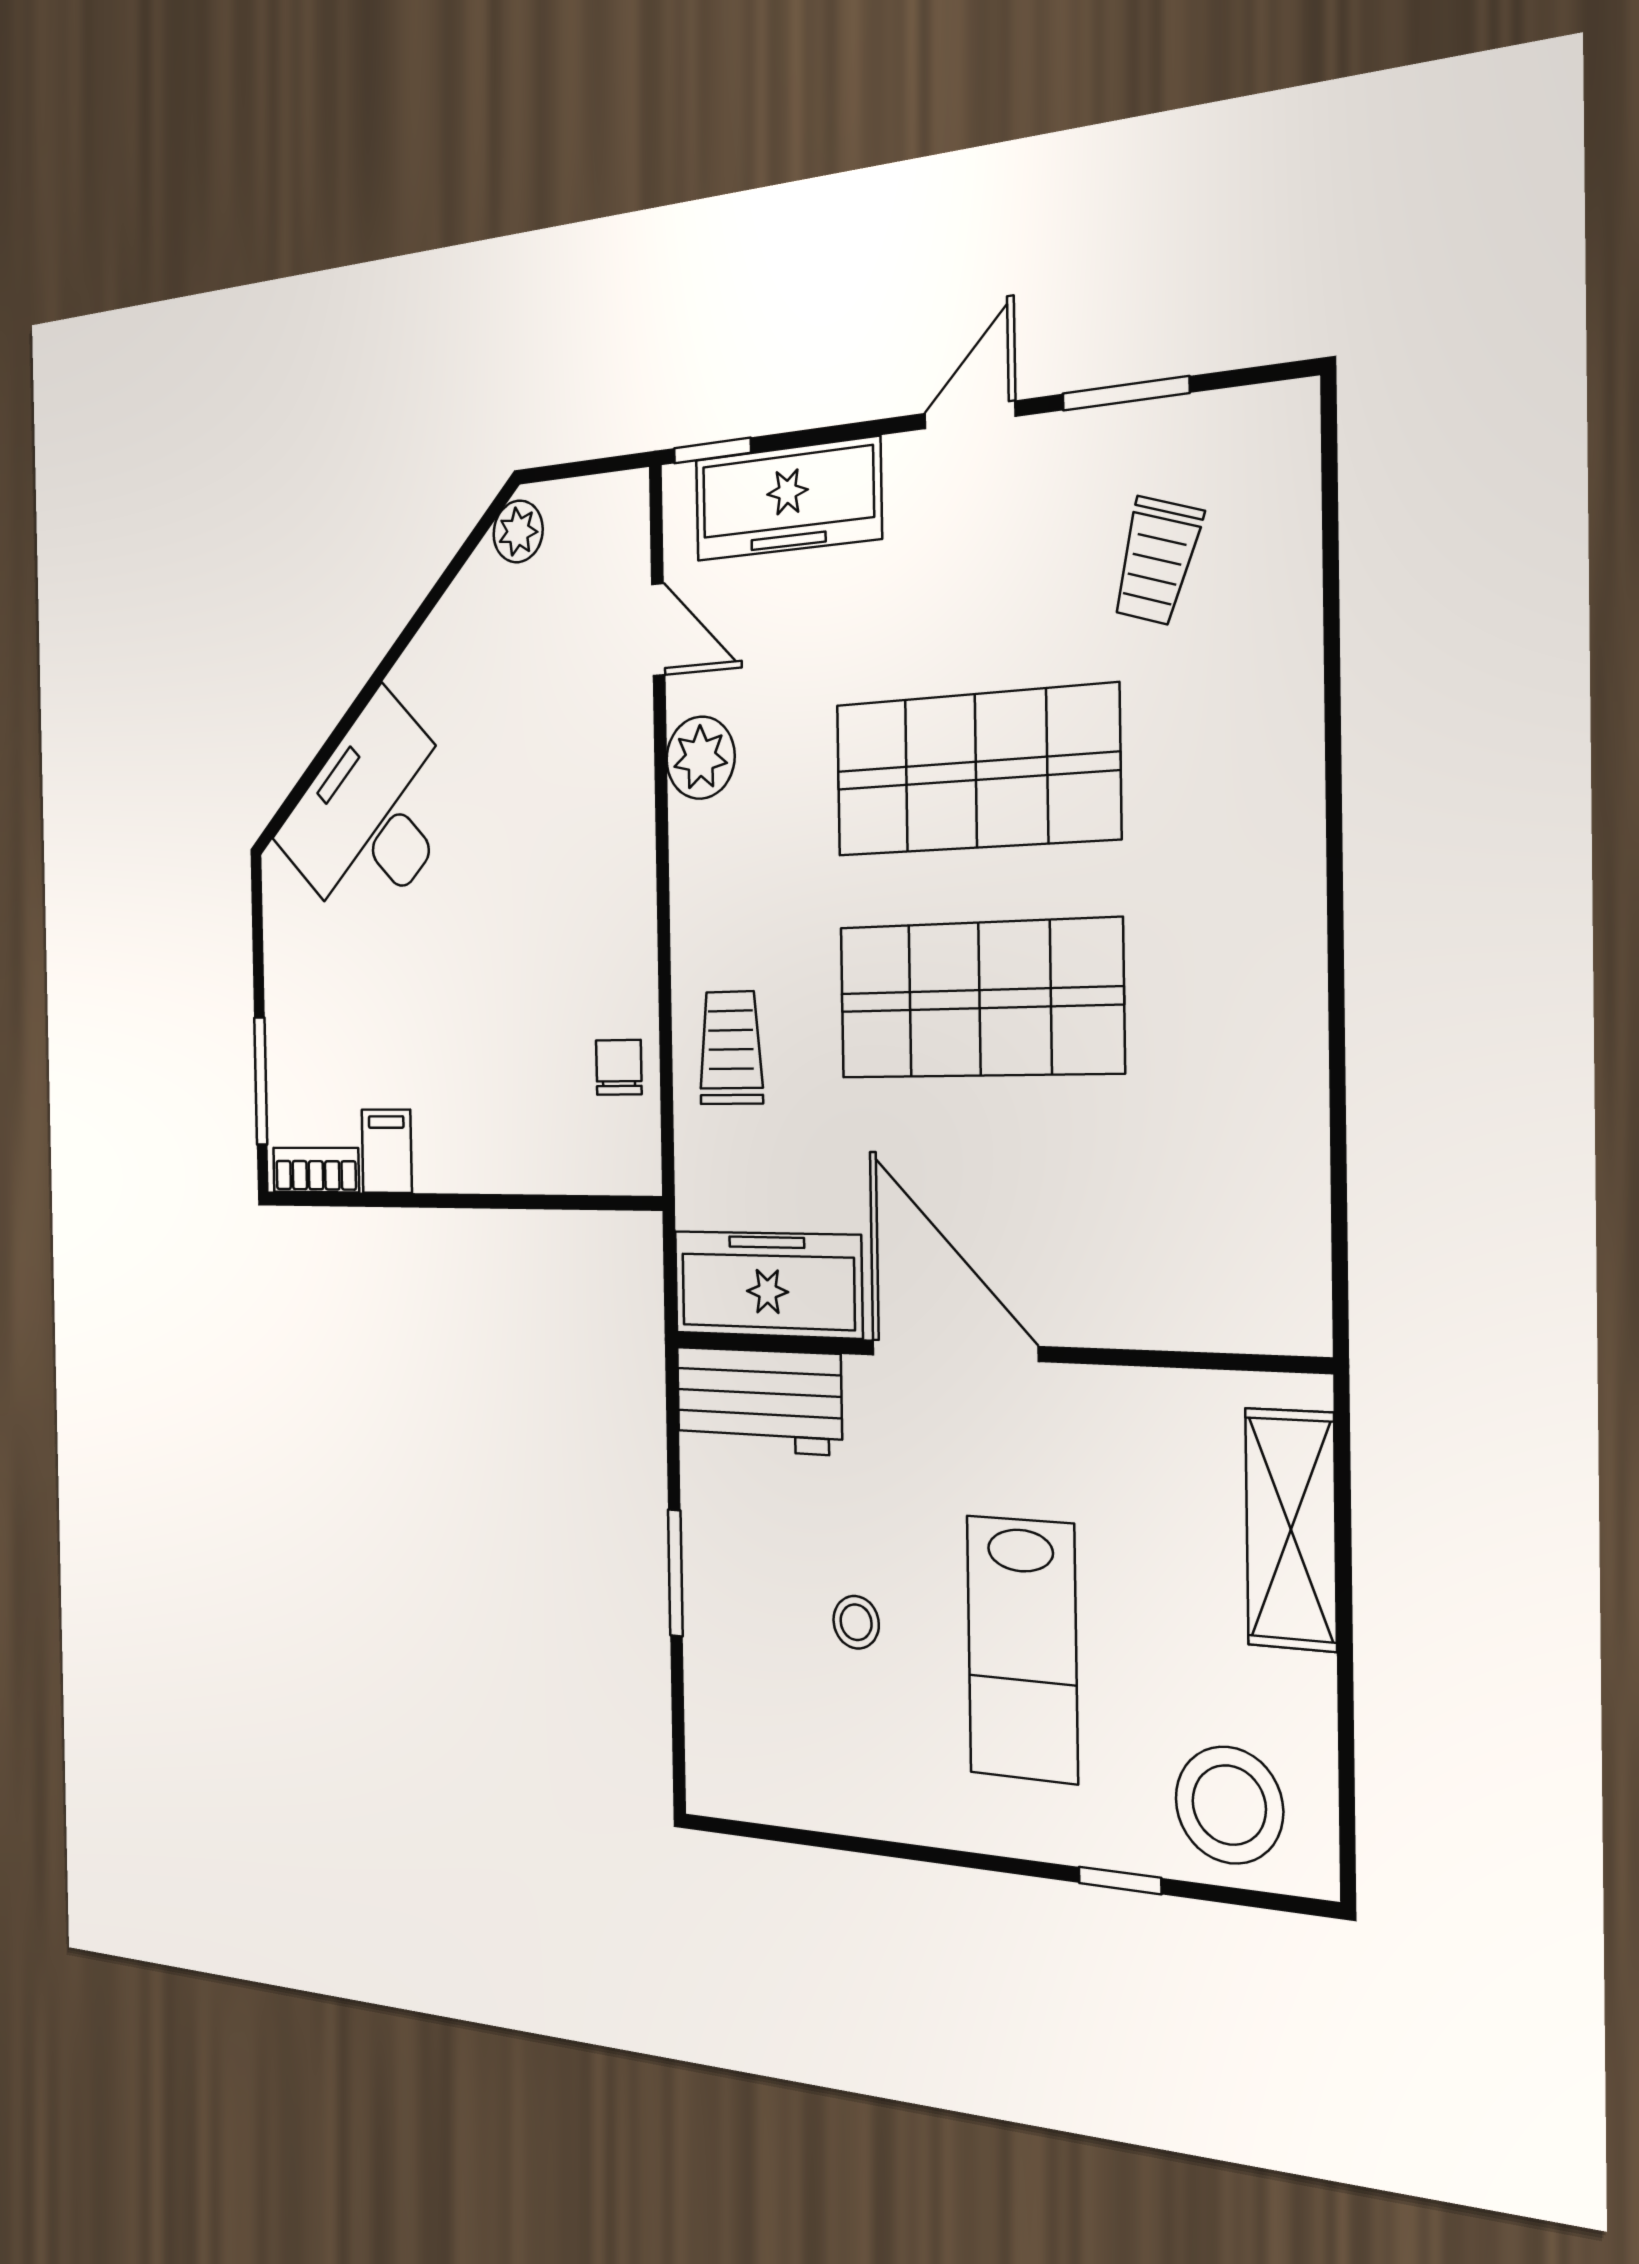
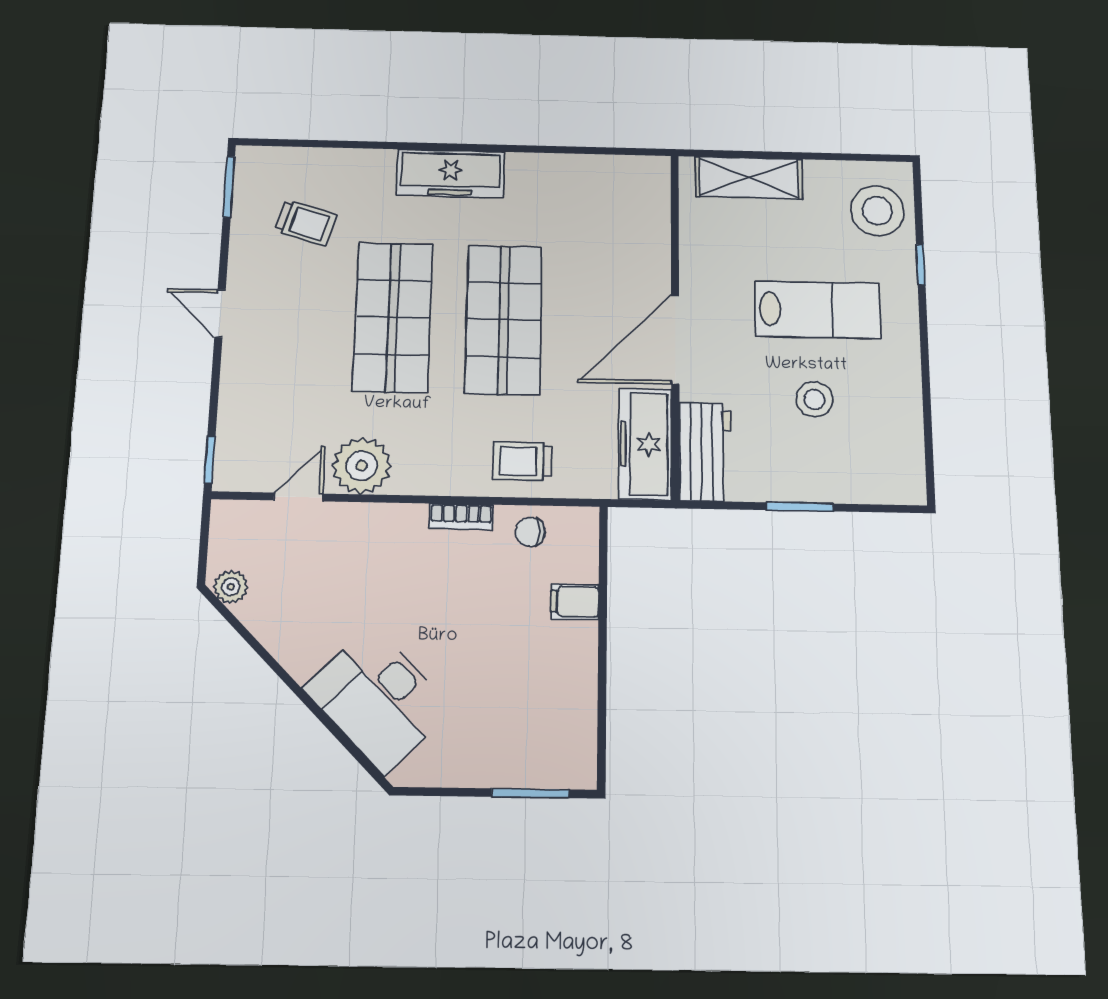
window: (1126, 393) -> (229, 187), moved
freezer: (788, 499) -> (451, 173), moved, turned 90
plant: (700, 758) -> (362, 466), width x1.36, depth x1.36
filing cabinet: (387, 1151) -> (575, 602), moved
bookcase: (316, 1170) -> (461, 517), moved, turned -90
stool: (856, 1622) -> (814, 399), width x1.37, depth x1.37

